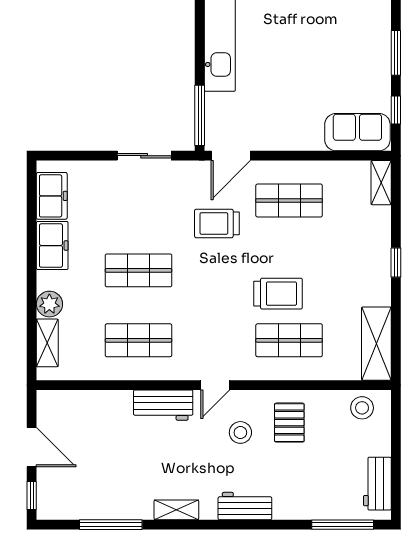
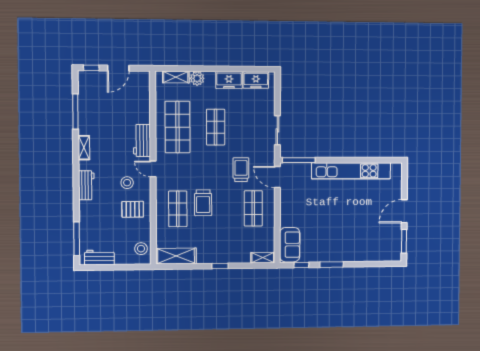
shop shelf: (139, 340) -> (177, 127), width x1.43, depth x1.36

